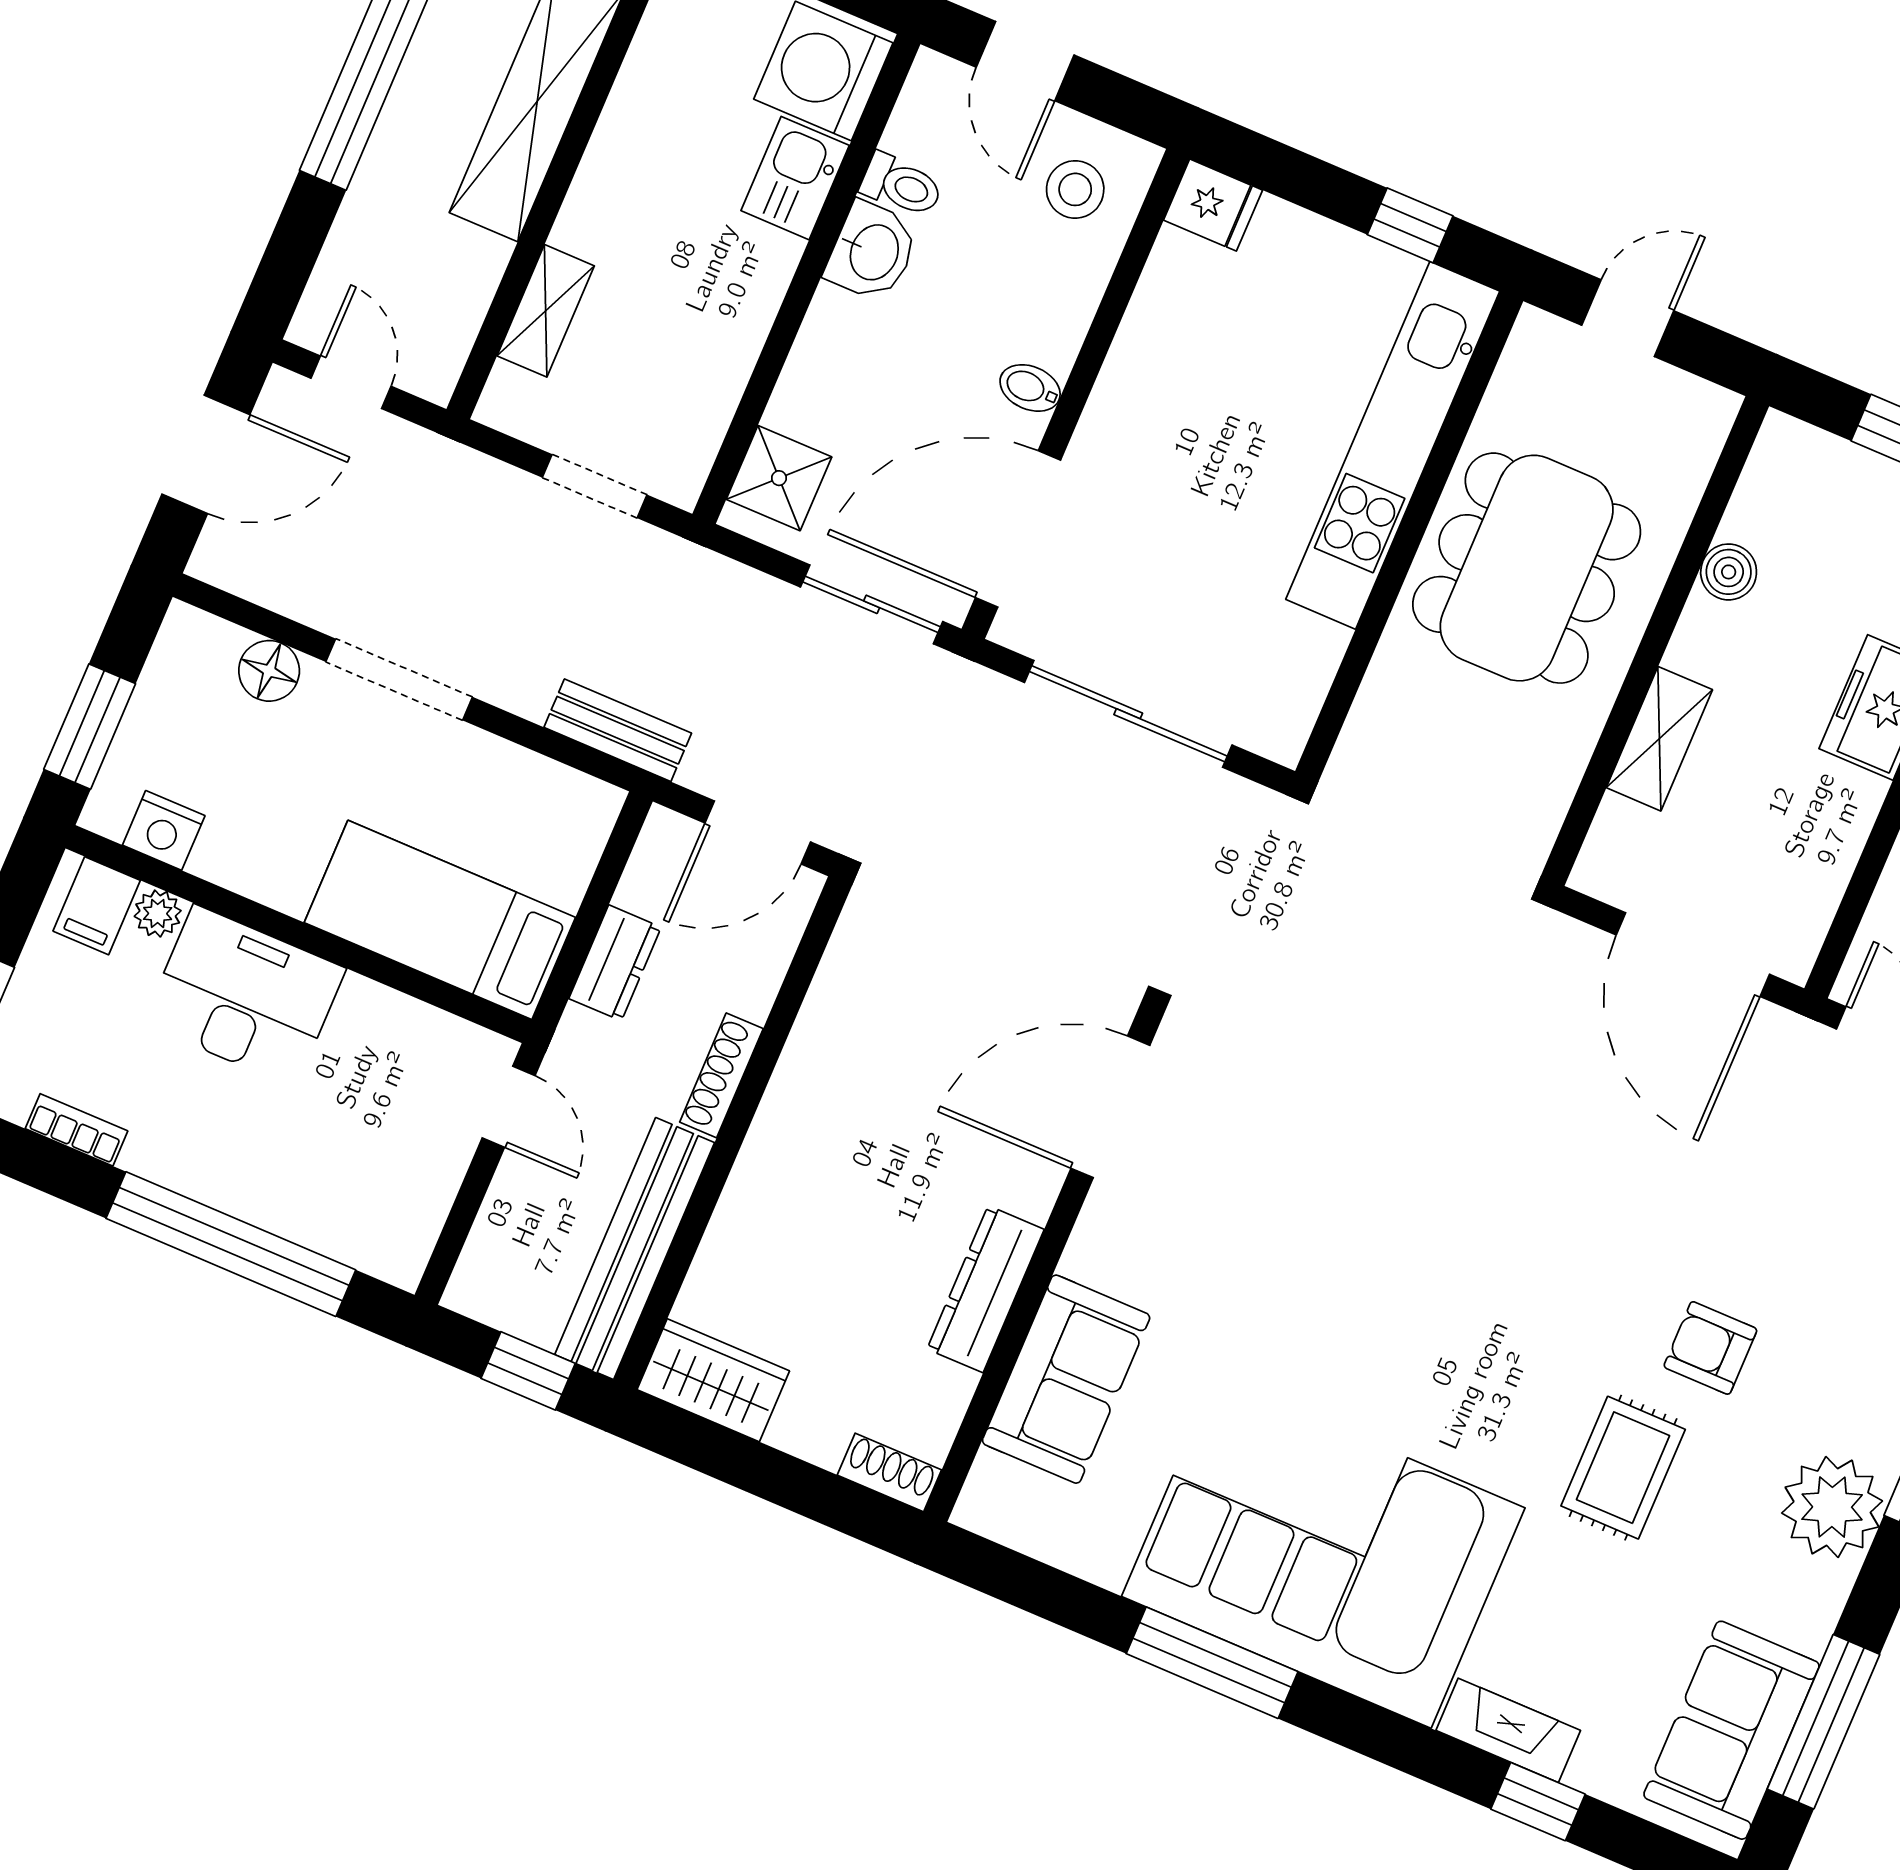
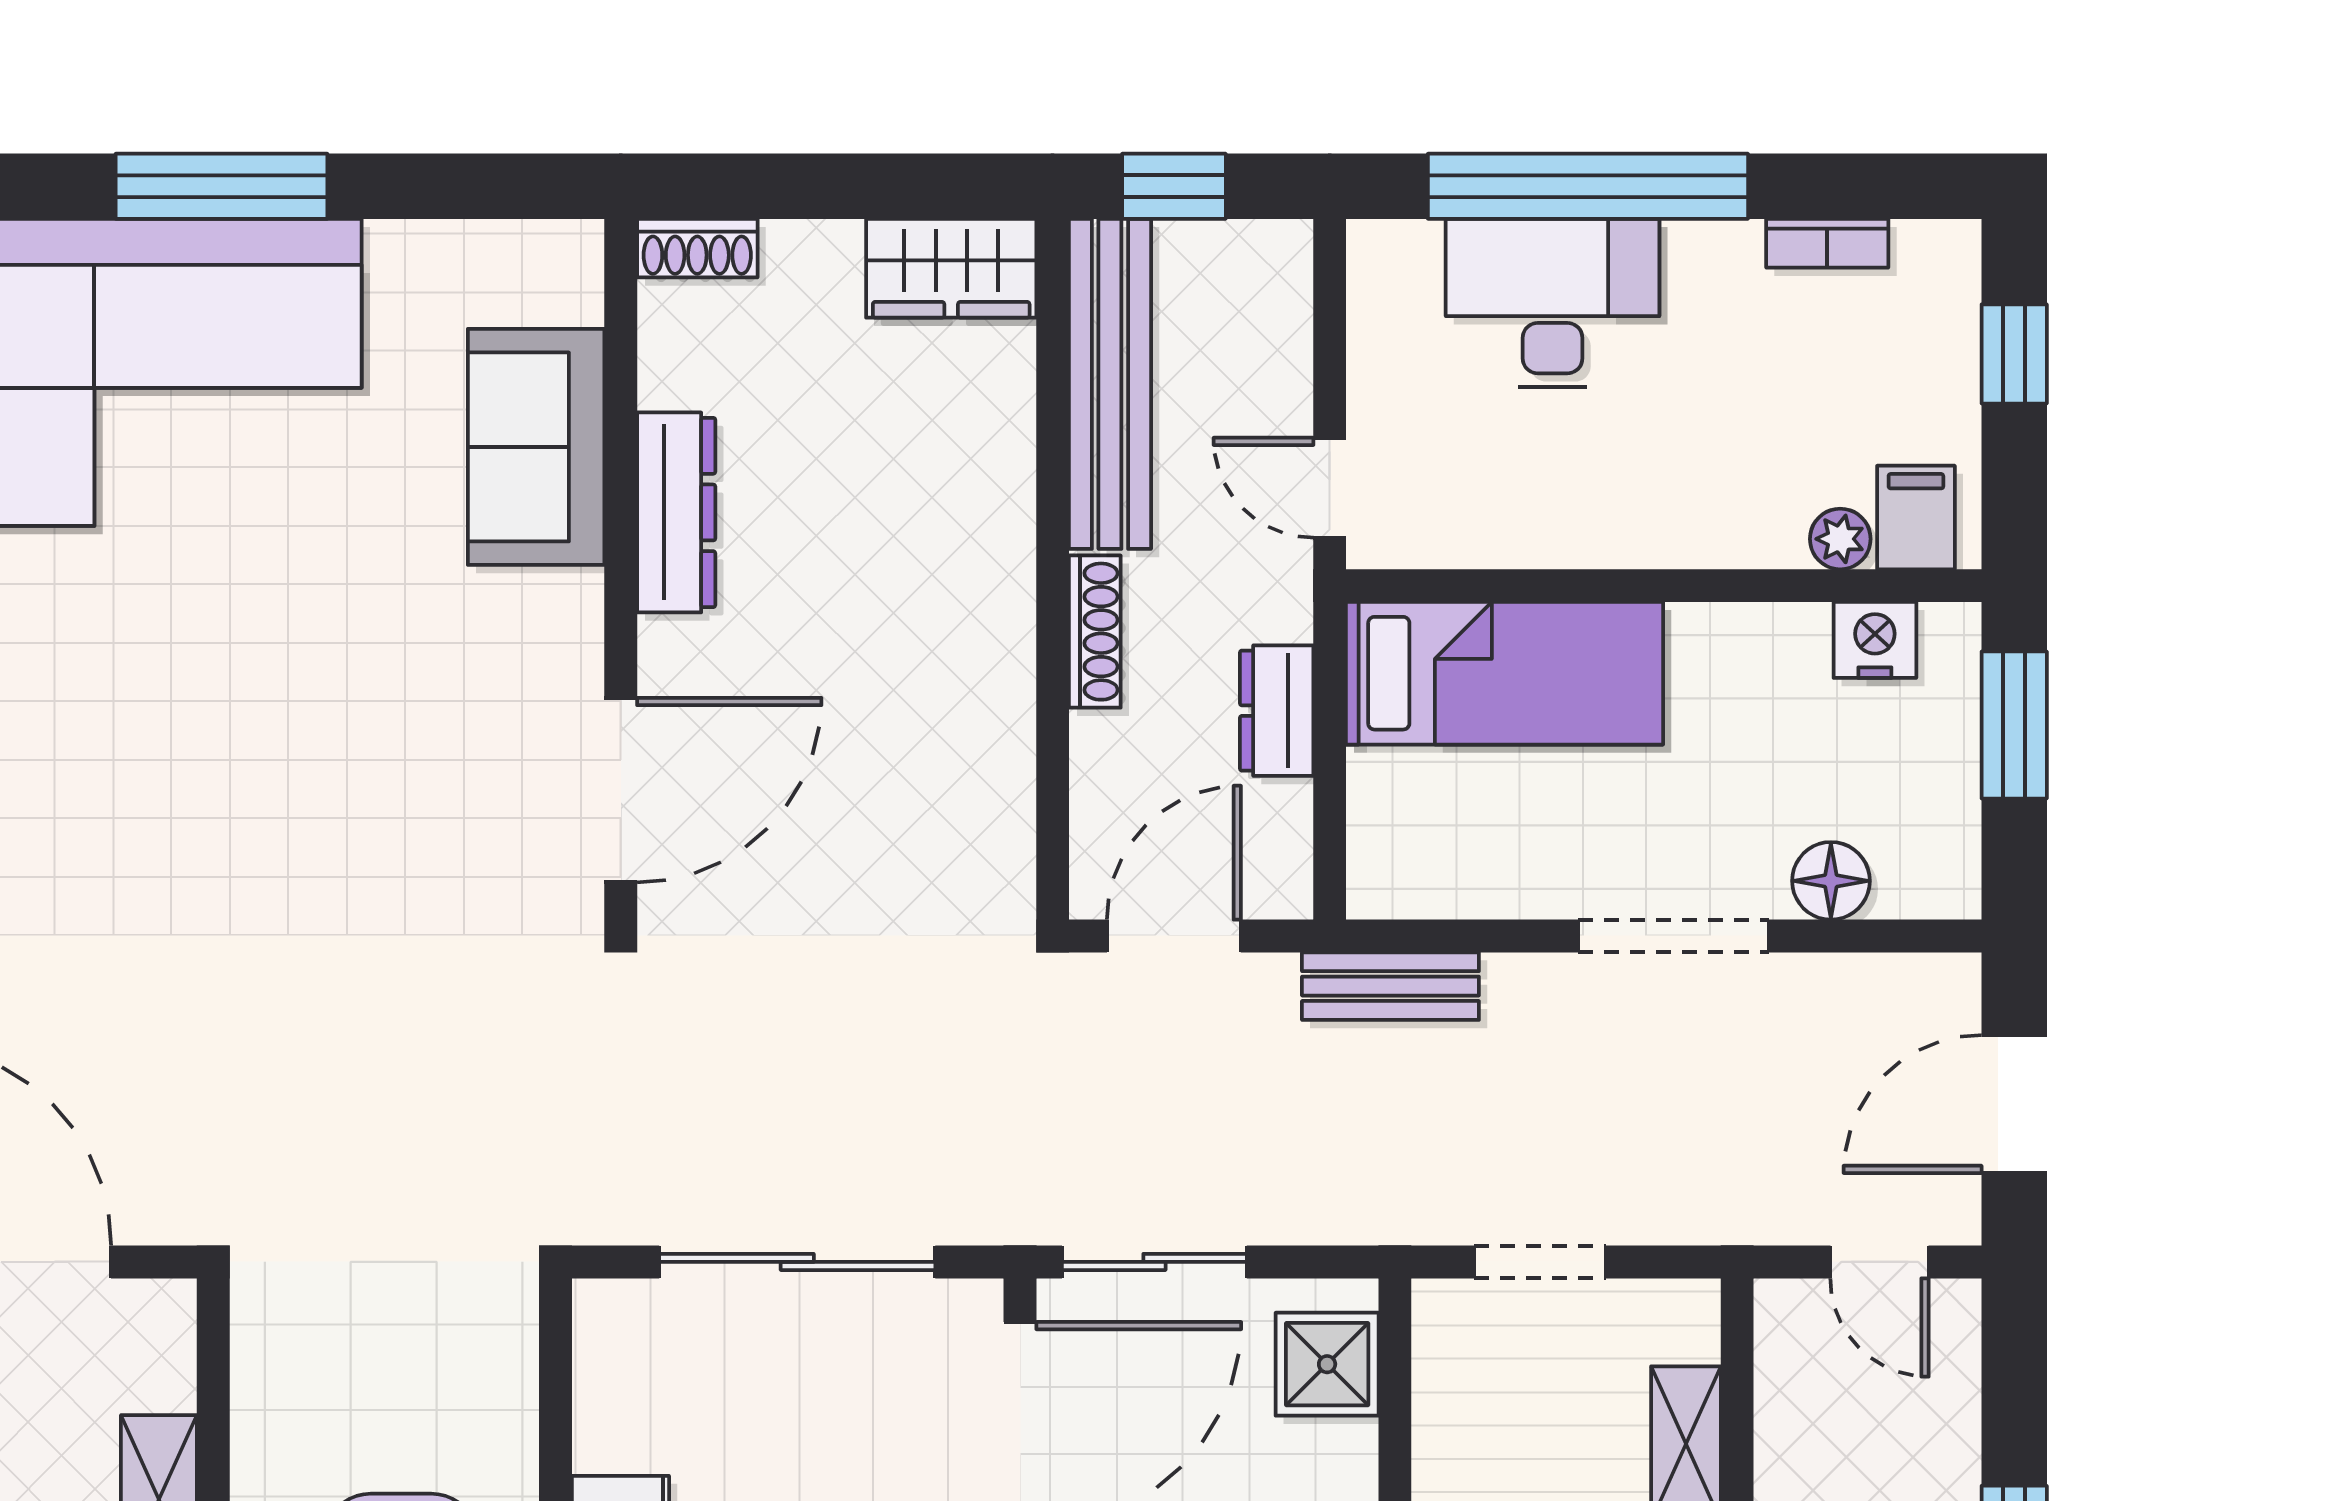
desk: (244, 996) -> (1553, 303), moved, turned 180

